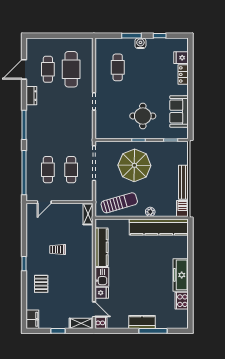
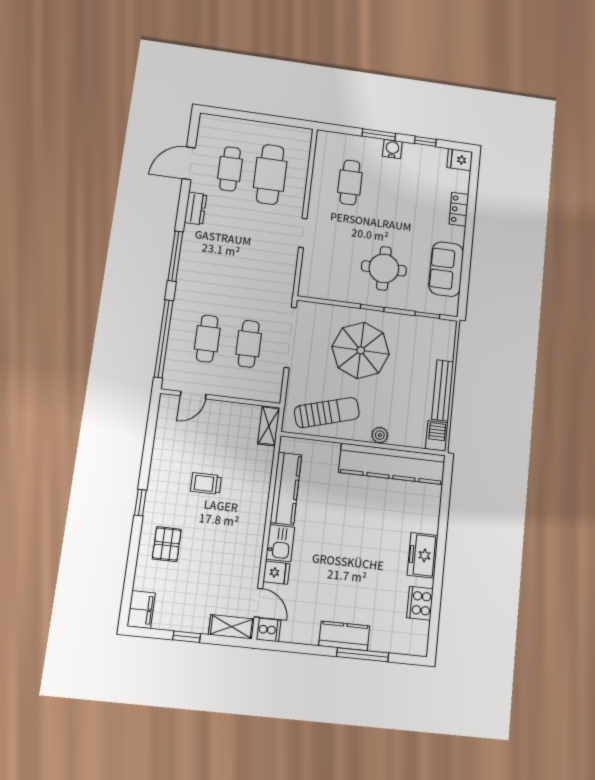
fridge: (181, 58) -> (460, 160), moved
freezer: (181, 275) -> (423, 555), width x0.71

